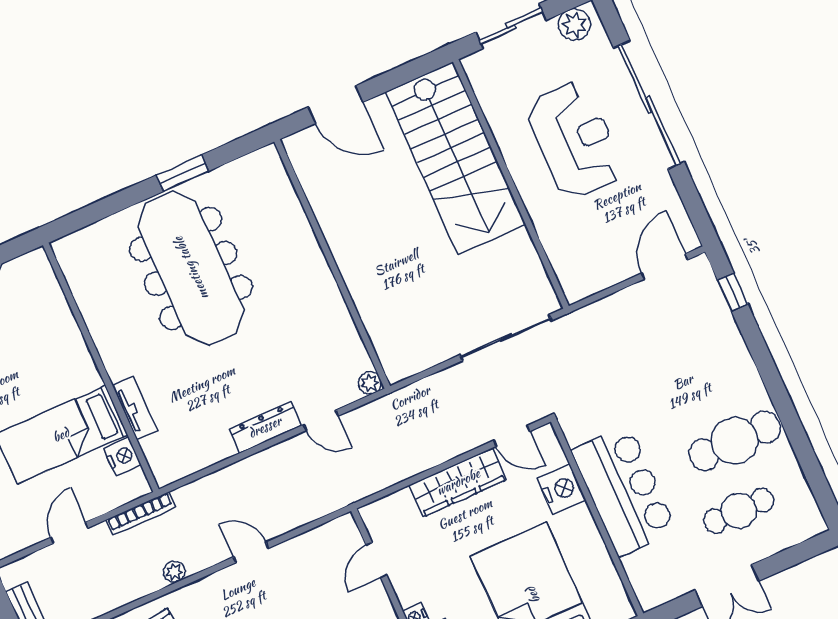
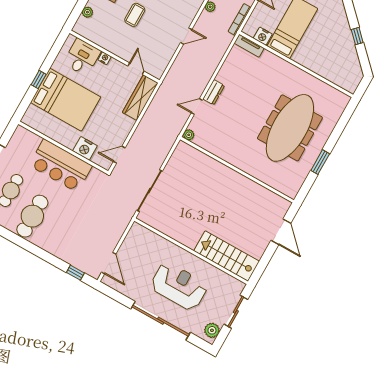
door: (335, 105) -> (281, 232), swing flipped
reception desk: (575, 140) -> (179, 286), turned 180
stairs: (455, 158) -> (227, 256), width x0.73, depth x0.66
meeting table: (191, 268) -> (290, 128), turned 90
tv unit: (135, 408) -> (249, 46), moved
dresser: (265, 427) -> (214, 92), width x0.70
wardrobe: (458, 482) -> (140, 98), moved

